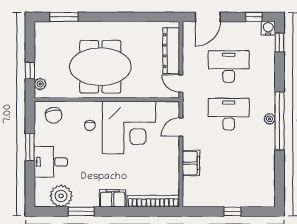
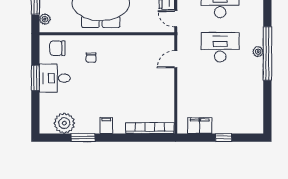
chair: (54, 115) -> (57, 48), turned 100
corner desk: (129, 128) -> (127, 60), removed
desk: (51, 162) -> (55, 78), moved
filing cabinet: (191, 163) -> (200, 126), moved, turned -90
filing cabinet: (113, 198) -> (106, 125), width x0.50

